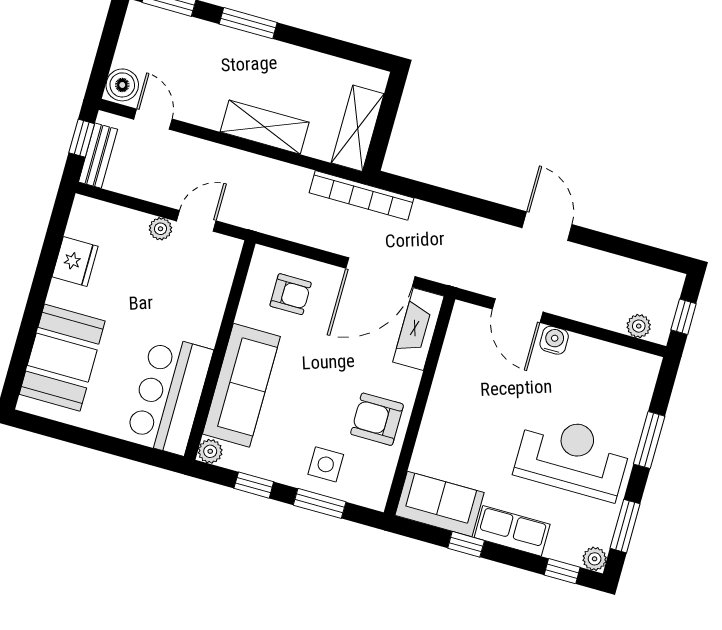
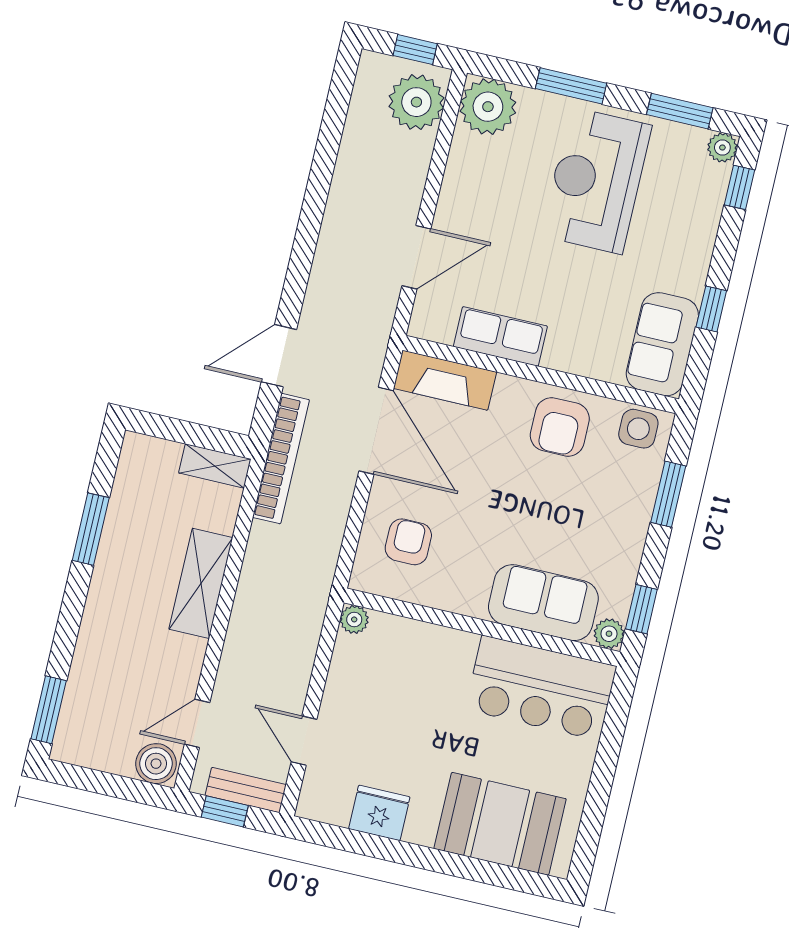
window: (248, 23) -> (91, 529), moved
shelving: (358, 128) -> (215, 466), width x0.67, depth x0.75
door: (196, 221) -> (304, 741), moved
door: (547, 226) -> (279, 356), moved
plant: (160, 229) -> (354, 619), moved
plant: (639, 326) -> (416, 102), width x1.88, depth x1.88
water cooler: (554, 340) -> (451, 210), removed
plant: (635, 373) -> (488, 107), added
sofa: (241, 385) -> (543, 603), width x0.73
side table: (326, 464) -> (638, 429), moved
window: (254, 485) -> (641, 609), moved
row of seats: (512, 531) -> (500, 336), moved, turned 90

